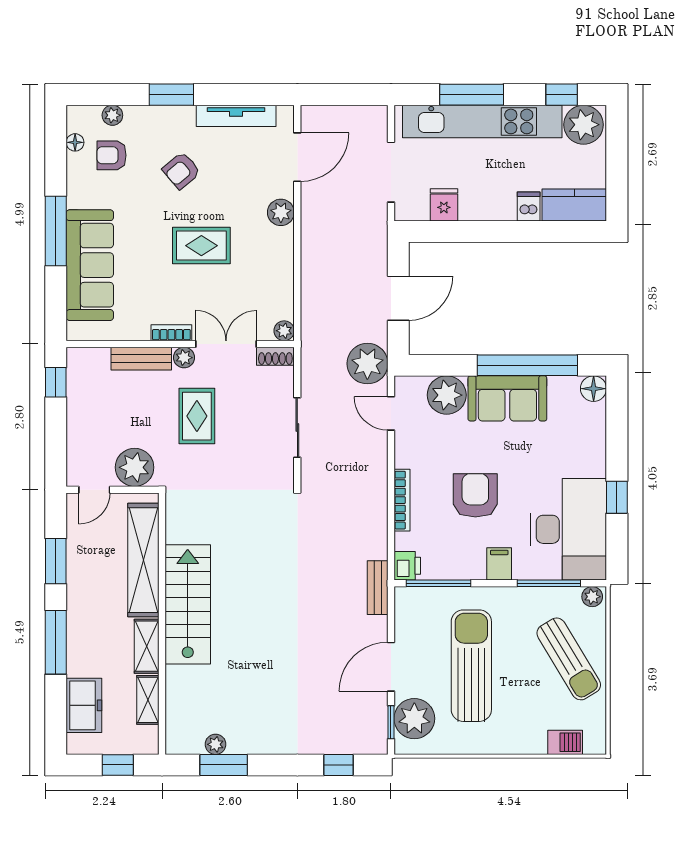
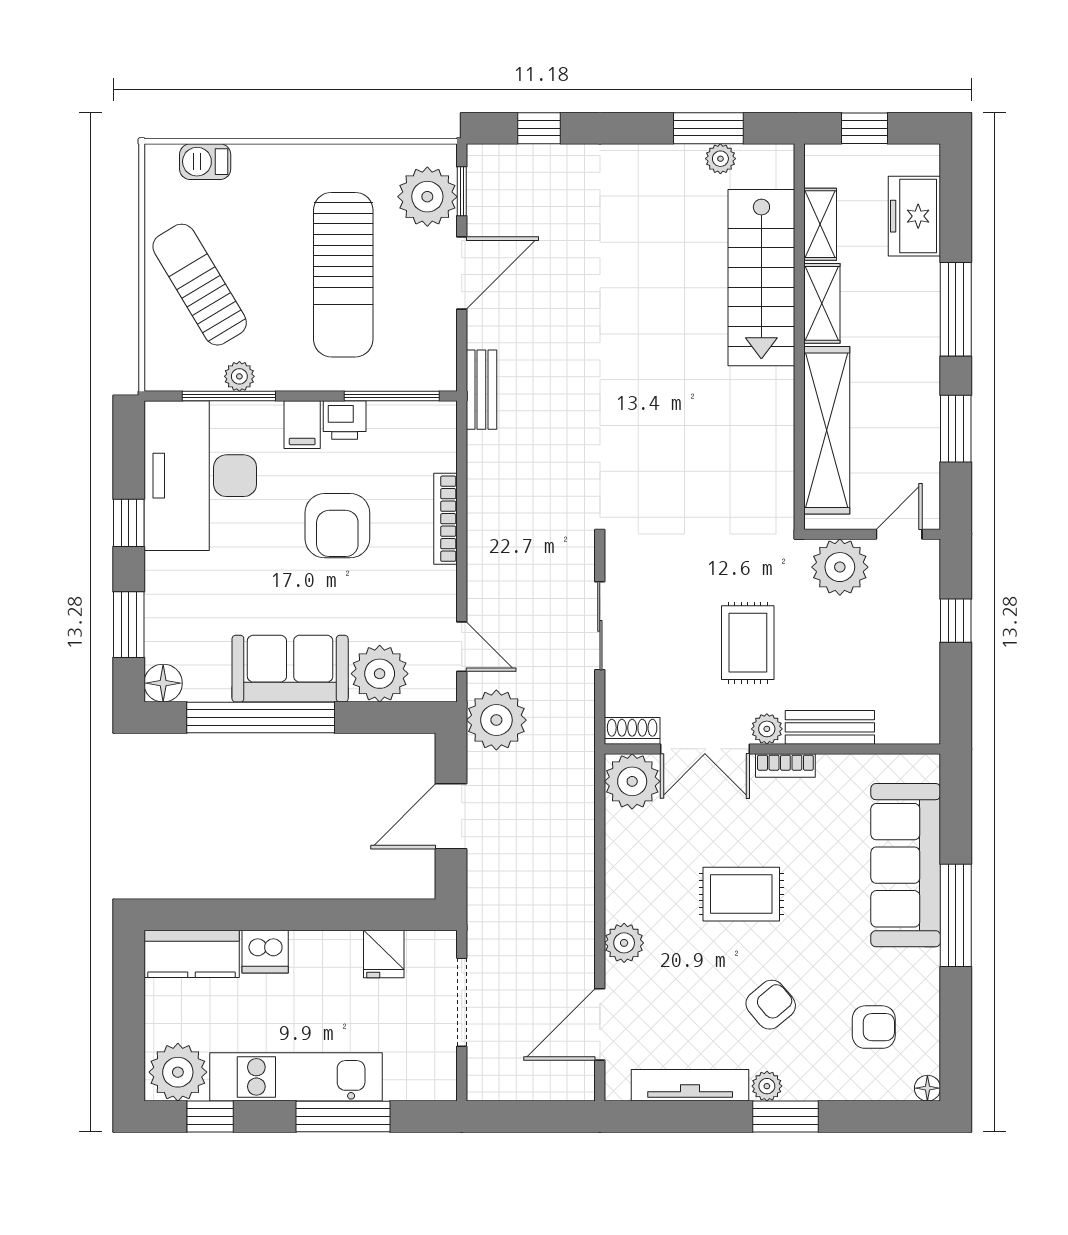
plant: (112, 115) -> (767, 1086), moved
kitchen unit: (482, 121) -> (296, 1077), width x0.73
floor lamp: (75, 142) -> (927, 1088), moved
dishwasher: (529, 206) -> (265, 952), width x1.38
plant: (284, 331) -> (632, 781), width x1.88, depth x1.88
window: (56, 382) -> (956, 621), moved
window: (617, 428) -> (129, 625), added
printer: (407, 566) -> (345, 420), moved, turned -90
plant: (592, 597) -> (239, 376), moved
stairs: (188, 604) -> (761, 278), moved

